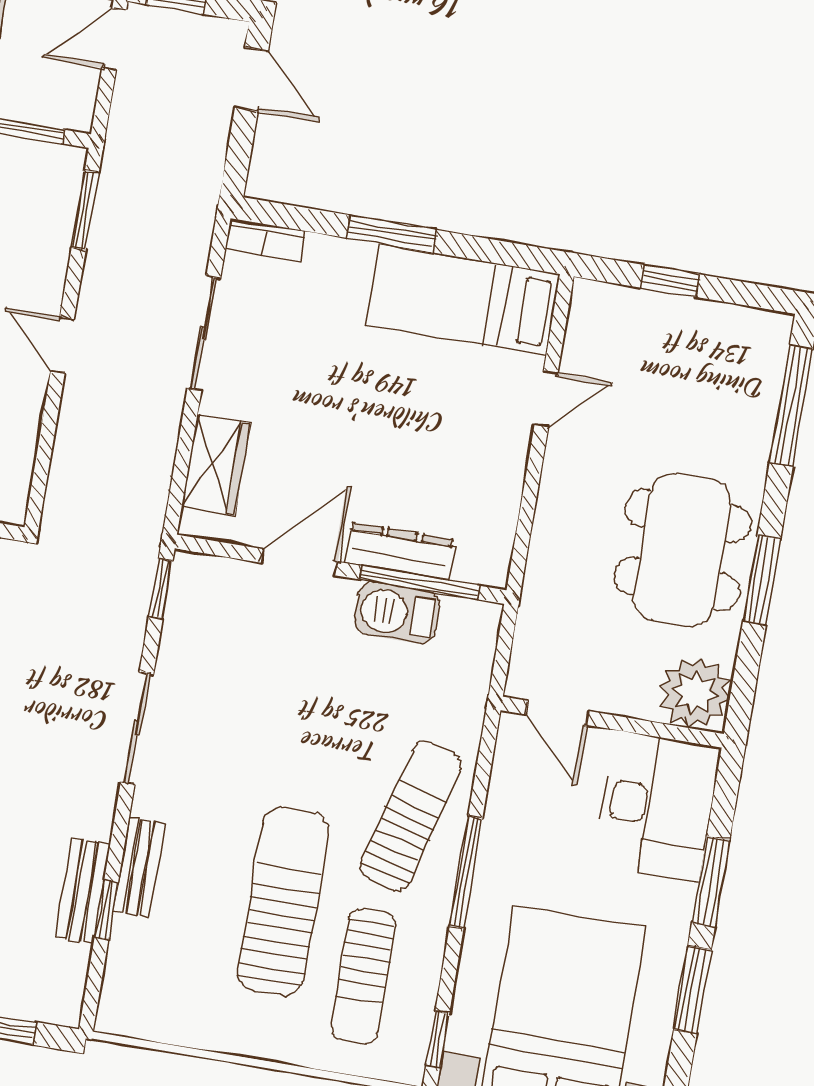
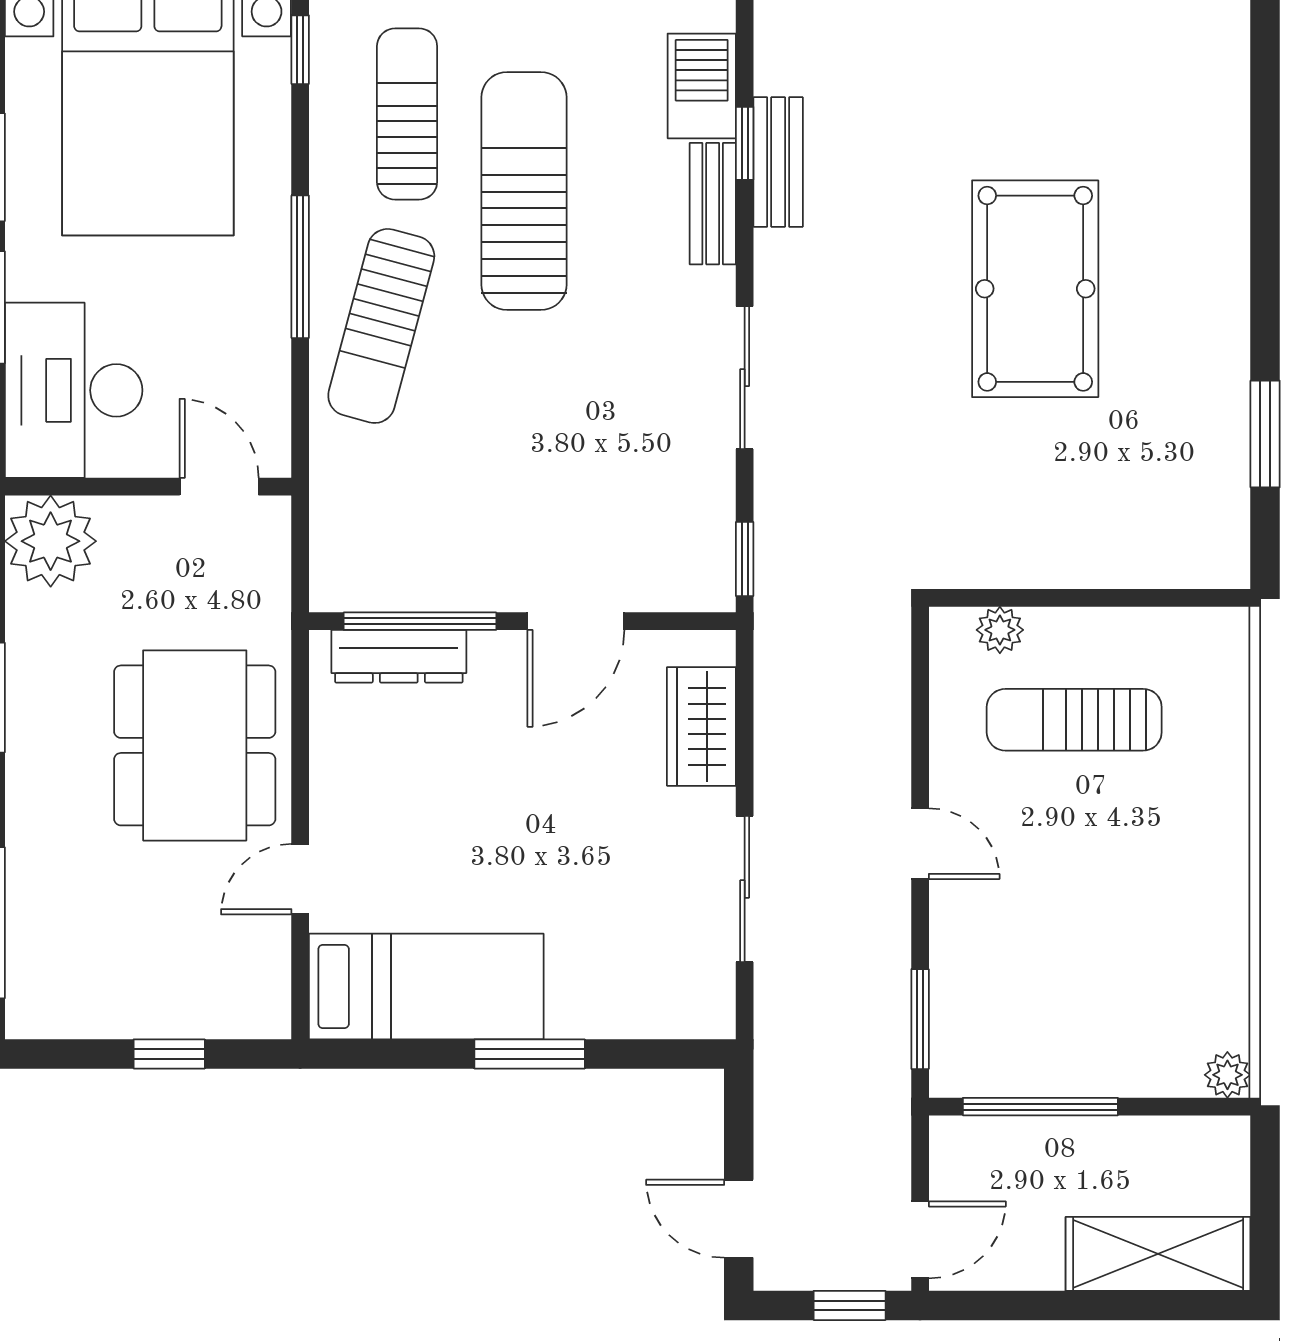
bookcase: (265, 240) -> (688, 1020), removed
dining table: (682, 550) -> (195, 745), moved
dresser: (400, 551) -> (399, 656), moved
barbecue: (397, 613) -> (702, 86), moved, turned -90
sun lounger: (283, 901) -> (524, 191), turned 180

